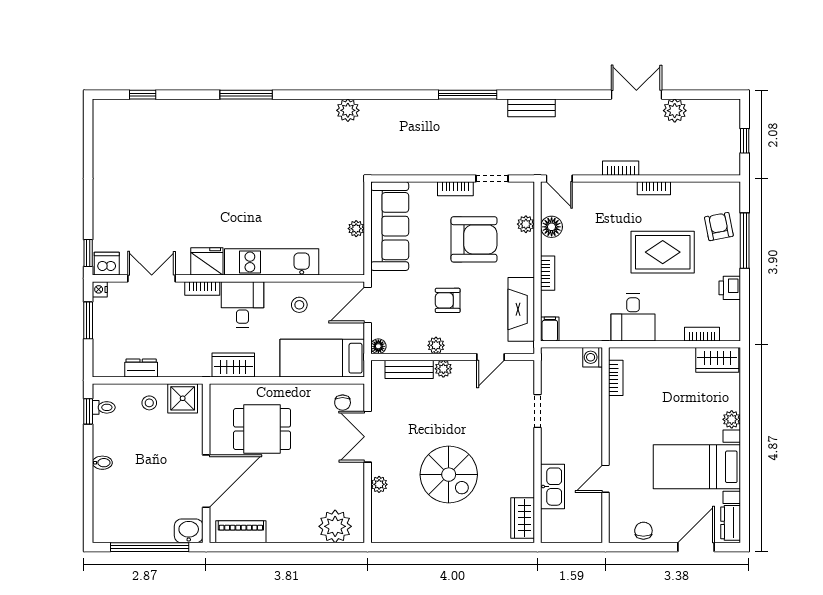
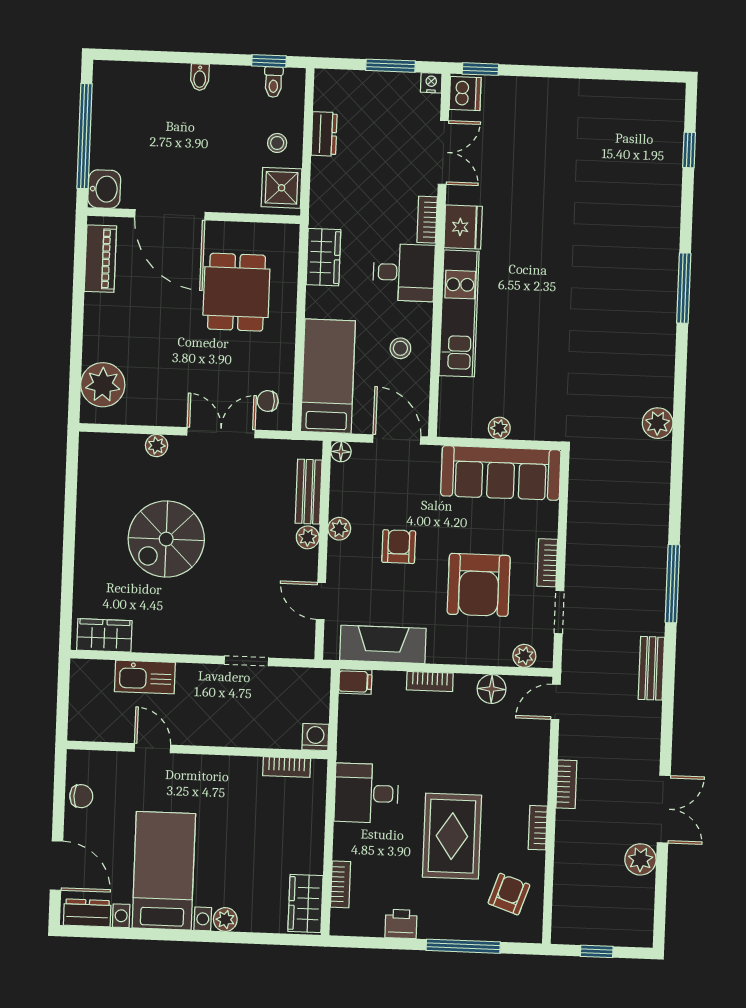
plant: (526, 224) -> (524, 656), moved
armchair: (719, 227) -> (509, 894), moved, turned -60

